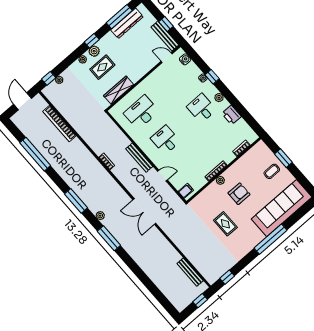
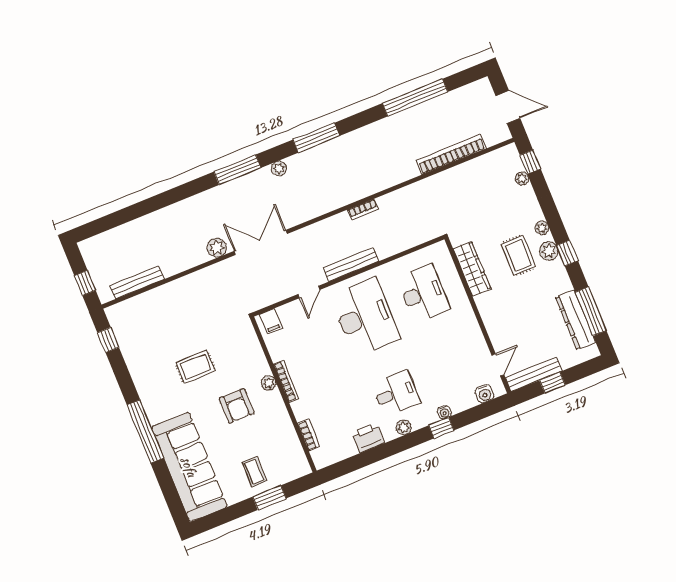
desk: (165, 140) -> (365, 317), width x1.87, depth x1.30
plant: (156, 235) -> (217, 248), added

